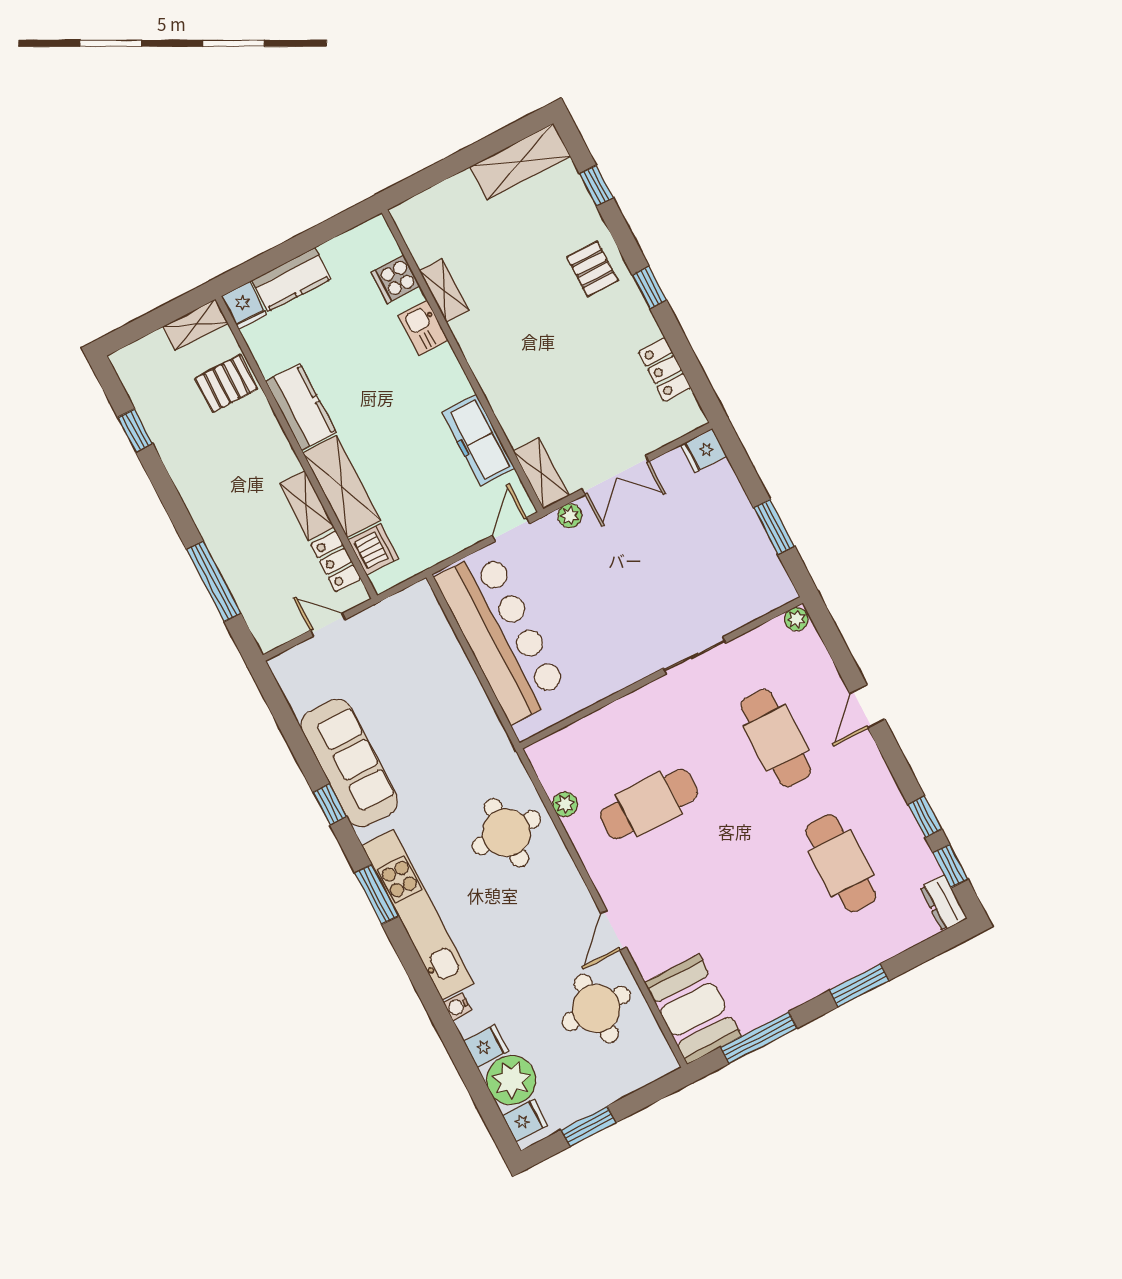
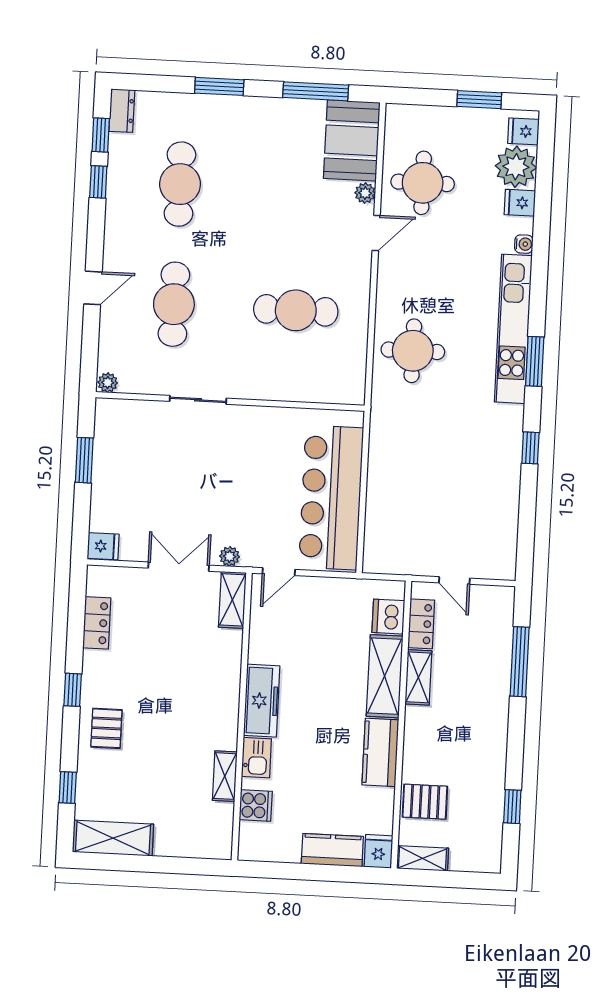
freezer: (478, 440) -> (262, 701), moved
sofa: (349, 763) -> (498, 470), removed
plant: (565, 804) -> (365, 193), moved

